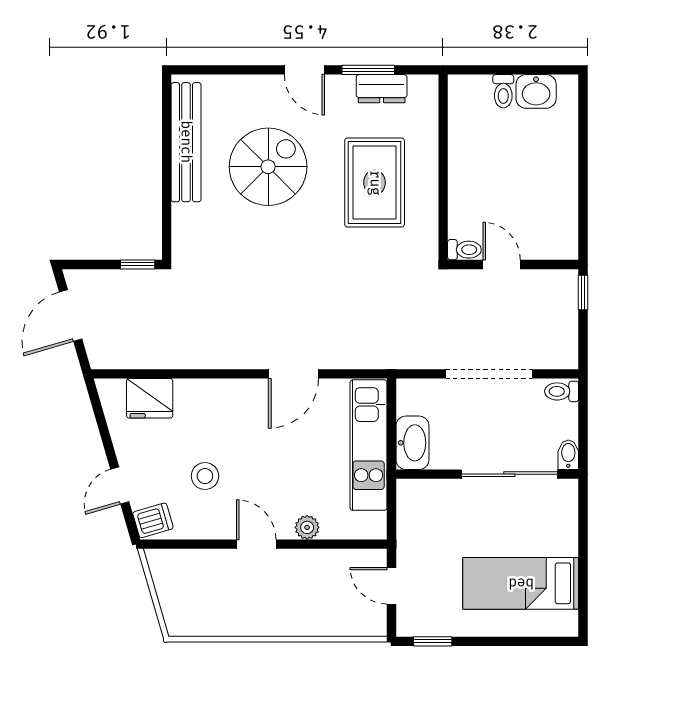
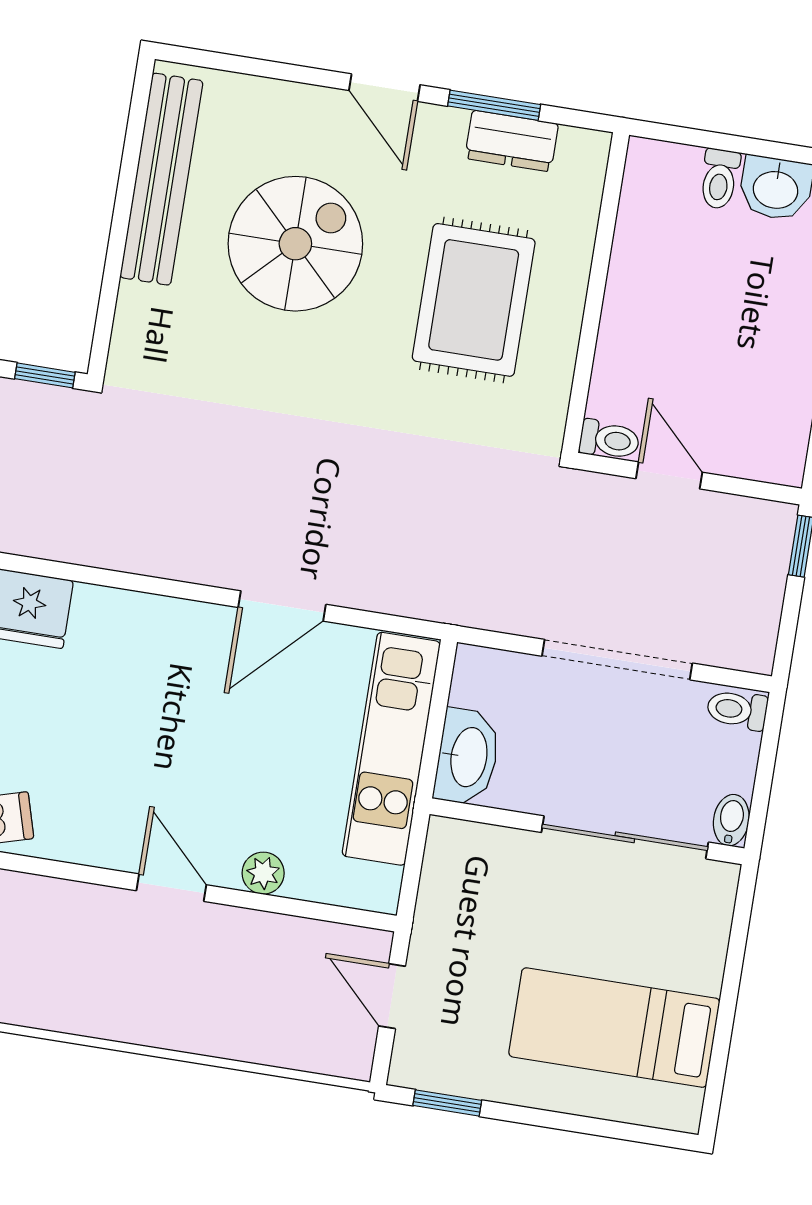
stool: (205, 476) -> (102, 757), removed

